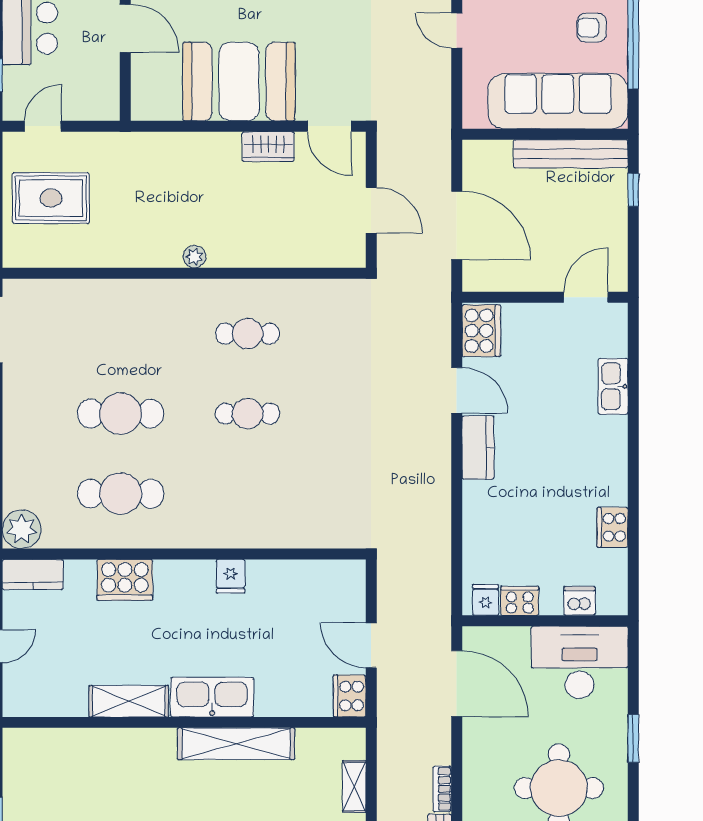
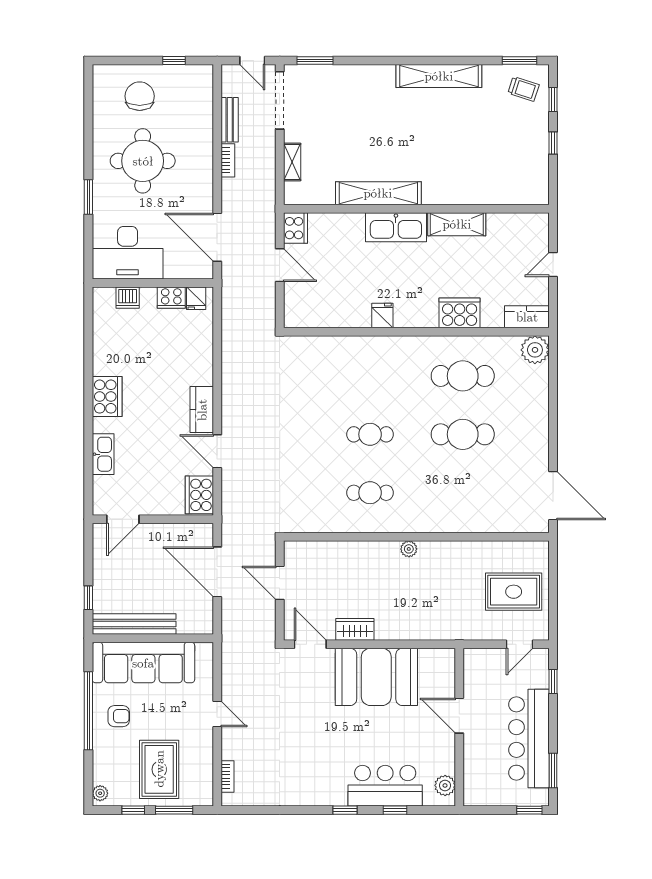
cooker: (612, 527) -> (107, 397), moved, width x1.37, depth x1.31

